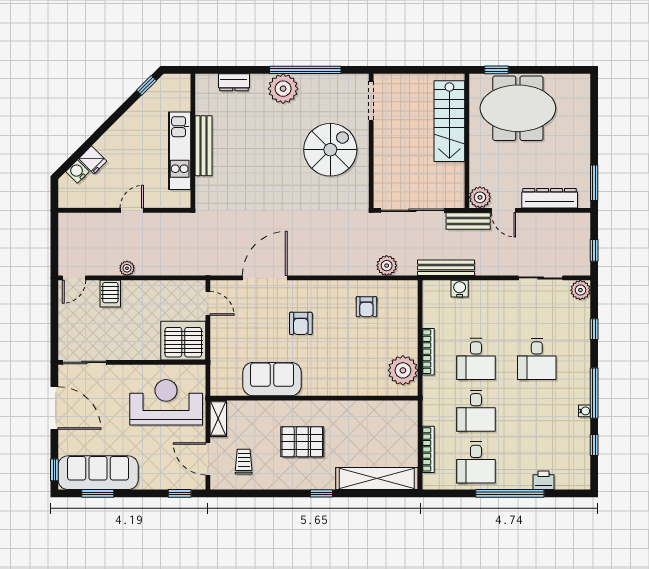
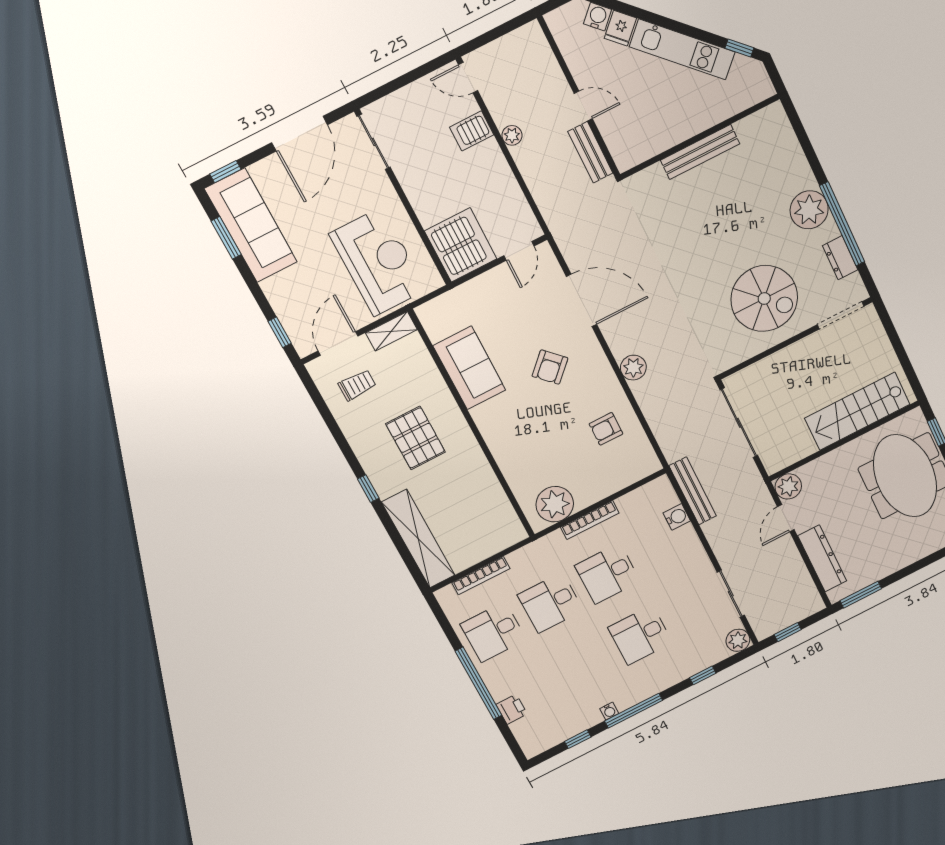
dresser: (234, 82) -> (840, 258), moved
kitchen unit: (180, 151) -> (682, 49), moved, turned -135
bench: (468, 221) -> (590, 152), moved
plant: (387, 266) -> (633, 368), moved
armchair: (301, 323) -> (550, 367), turned -45

